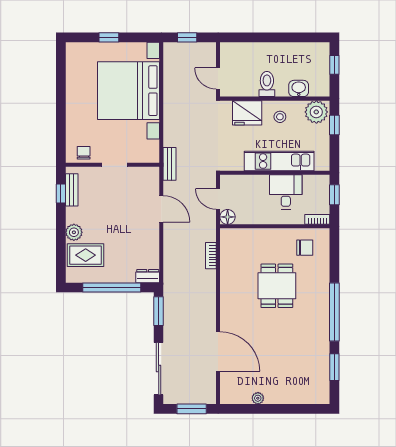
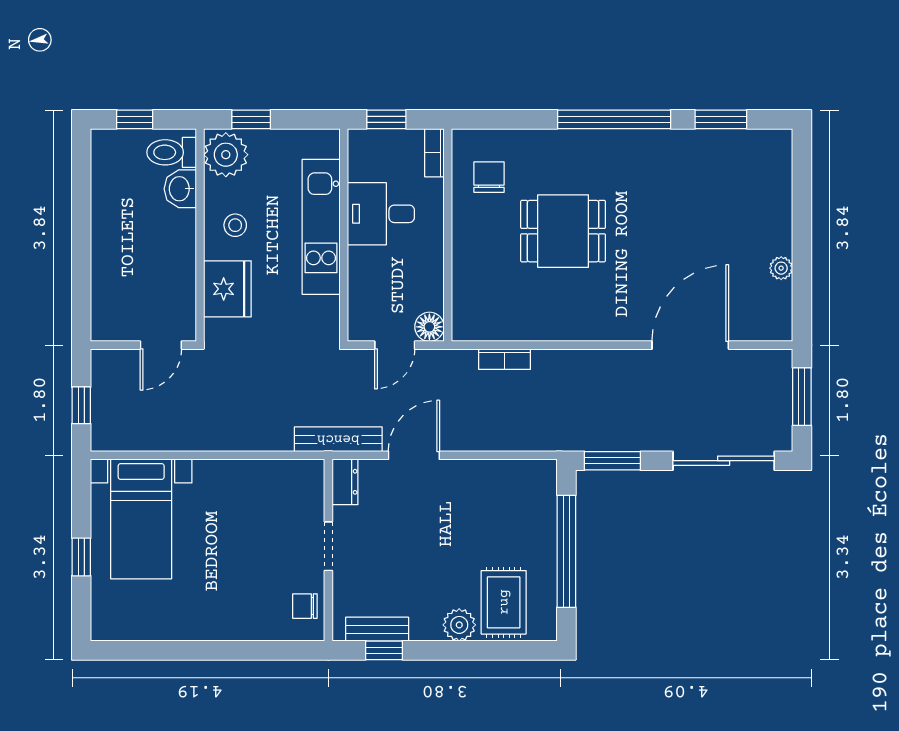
toilet: (267, 84) -> (172, 152), moved
bed with nightstands: (129, 91) -> (141, 519), width x0.54
bench: (170, 164) -> (338, 439), width x1.36
dresser: (148, 276) -> (345, 482), moved, turned 180

